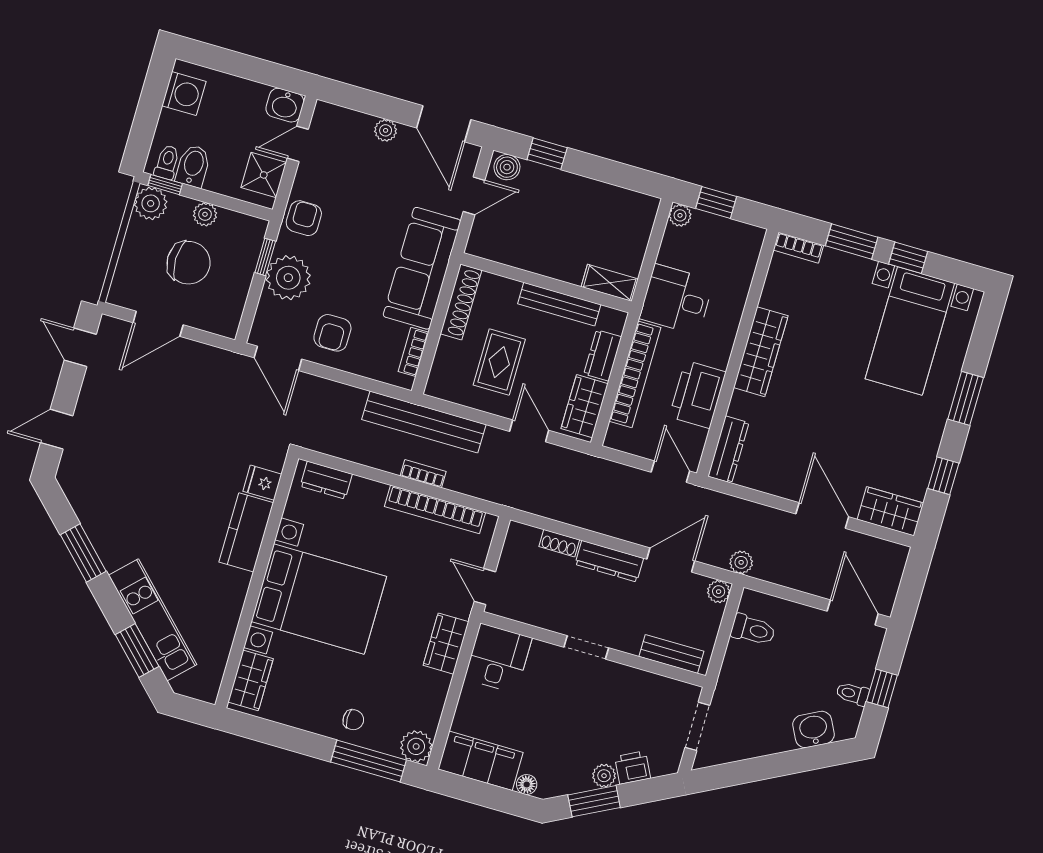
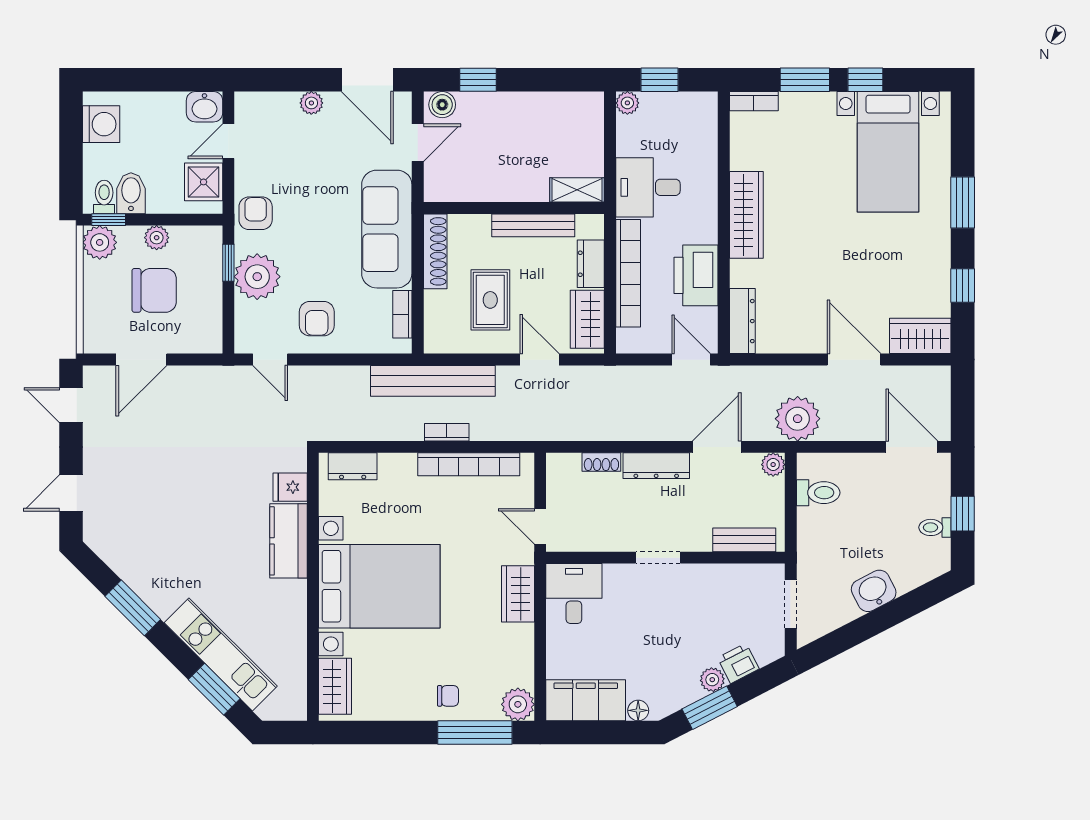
door: (278, 358) -> (270, 360), width x0.73
plant: (741, 562) -> (798, 419), width x1.87, depth x1.87
washbasin: (814, 729) -> (874, 591), moved

